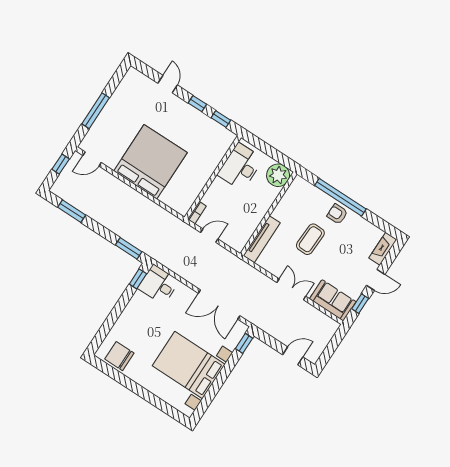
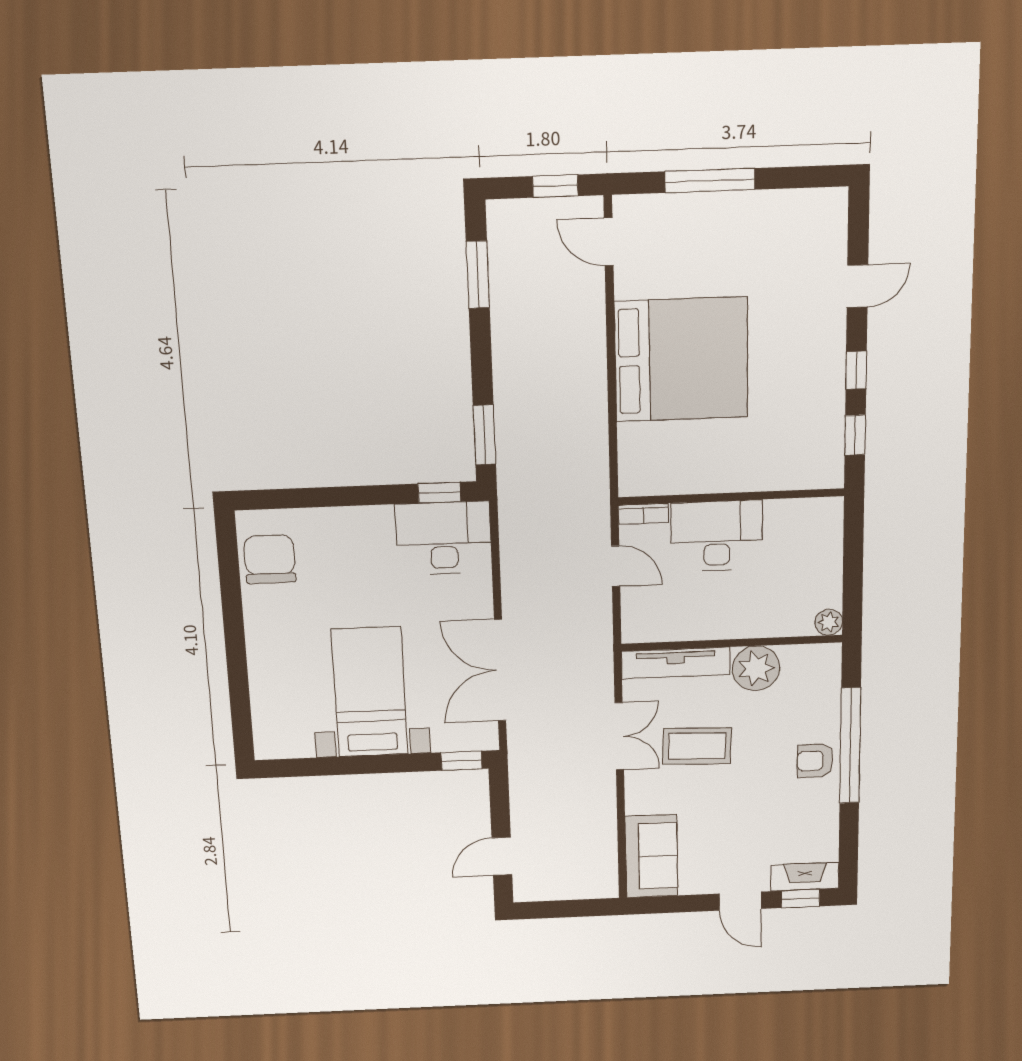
desk: (240, 167) -> (717, 536), moved
plant: (278, 175) -> (829, 622), width x0.53, depth x0.53
plant: (285, 212) -> (756, 668), added
armchair: (337, 214) -> (815, 761), turned -90
coffee table: (310, 239) -> (697, 746), moved
desk: (158, 285) -> (444, 538), width x1.37
double door: (291, 289) -> (619, 736), moved
window: (360, 304) -> (800, 899), moved
door: (293, 356) -> (502, 856), swing flipped
bed with nightstands: (189, 365) -> (370, 692), width x0.73

